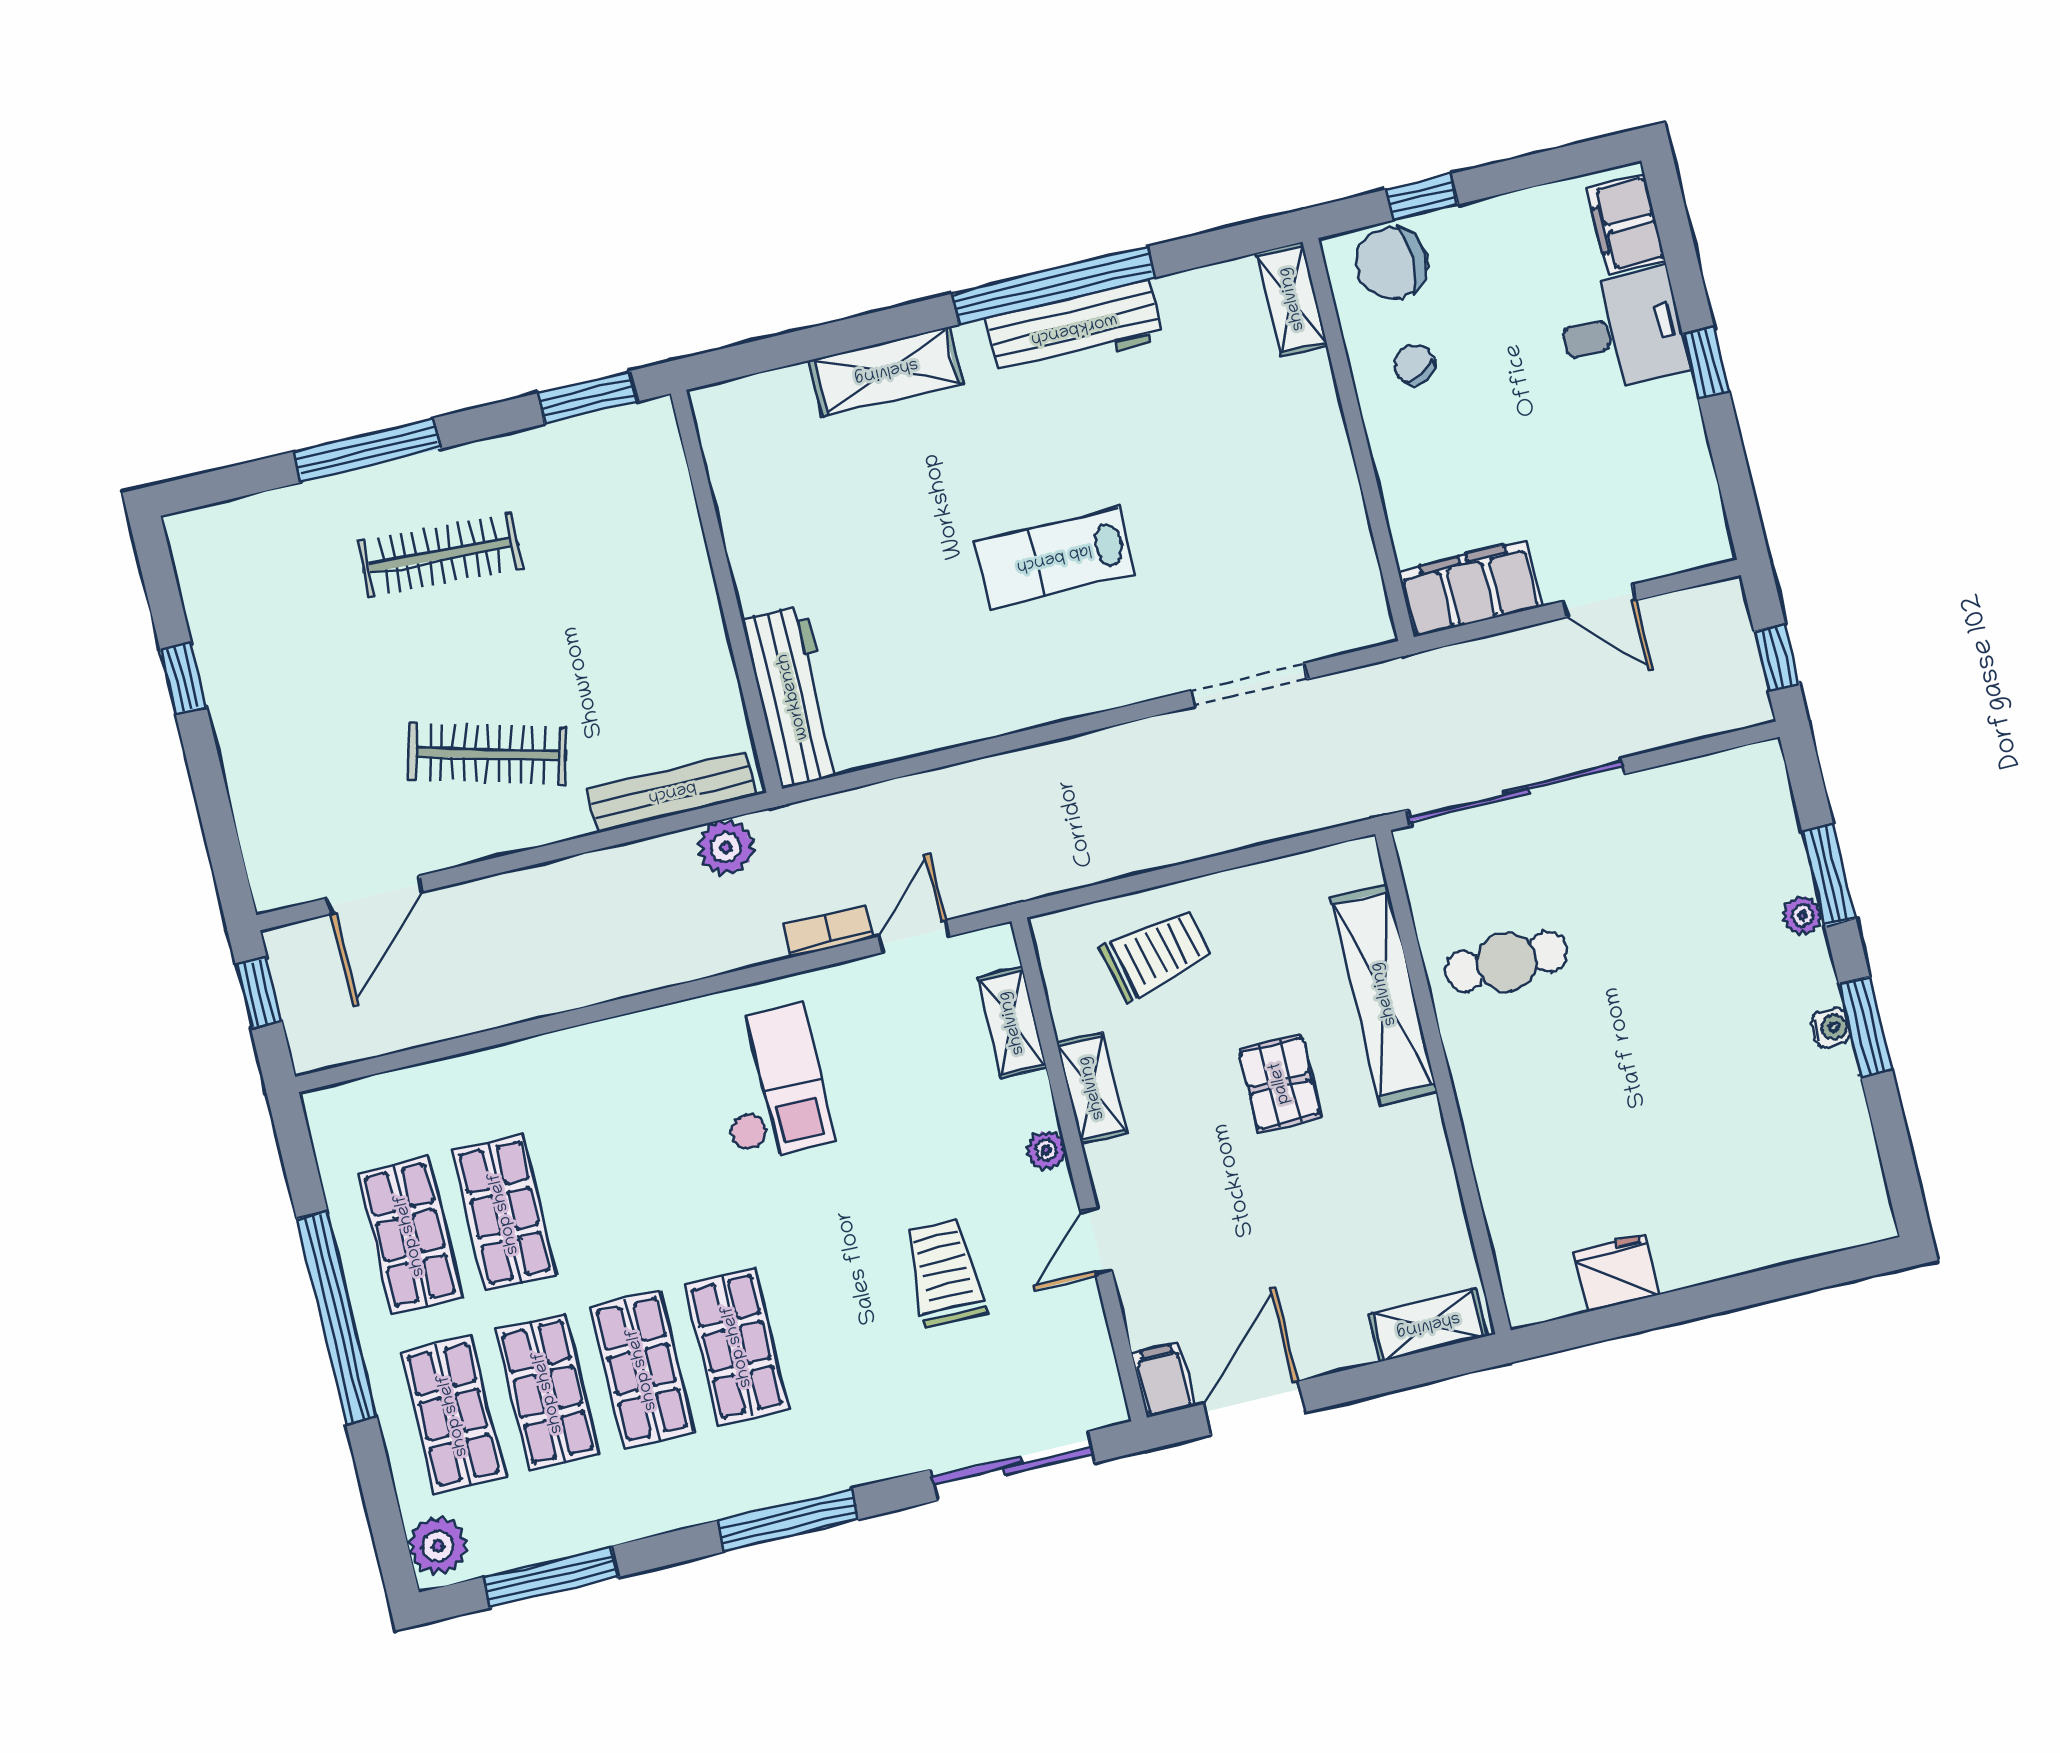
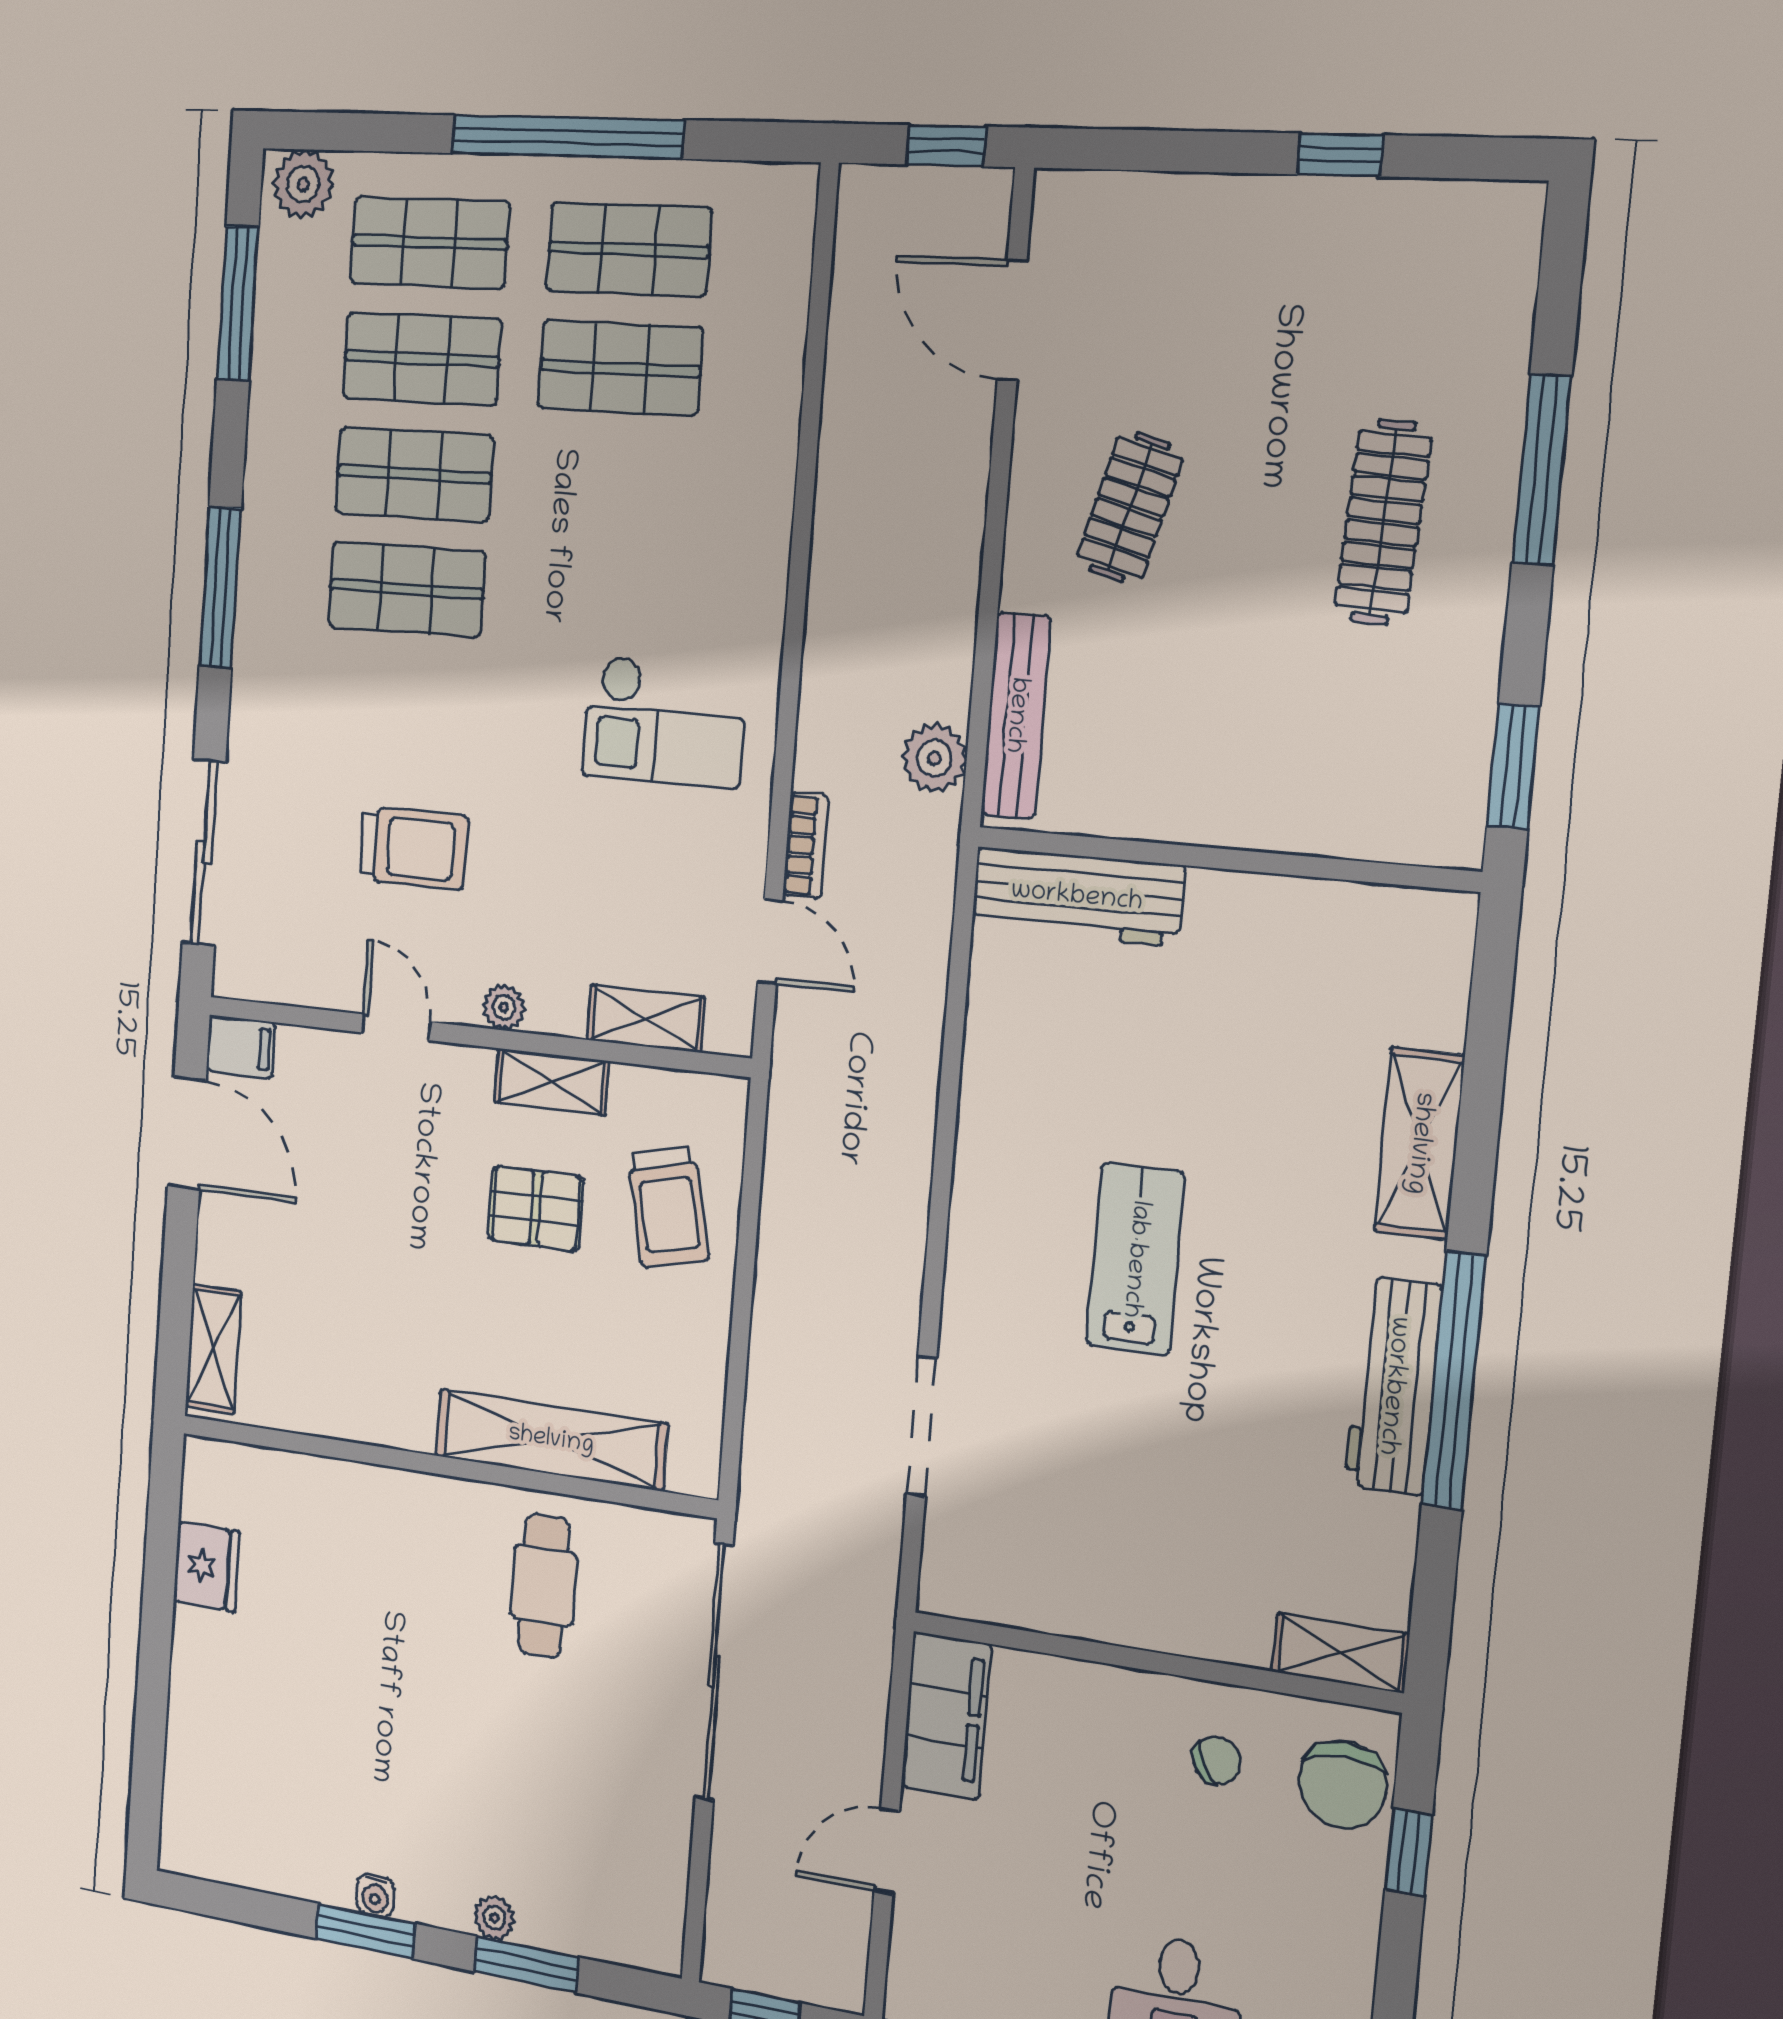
chair: (1391, 264) -> (1343, 1785), turned 180
clothes rail: (487, 754) -> (1130, 507), width x0.73
pallet: (1280, 1083) -> (536, 1208), moved

